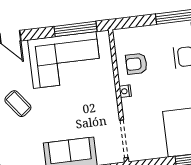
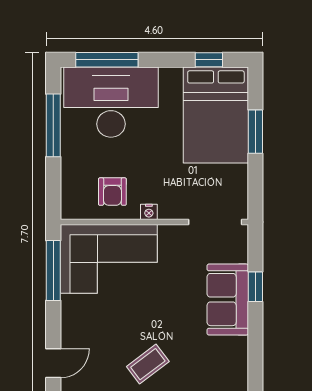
corner sofa: (65, 60) -> (109, 259), moved, turned 90

